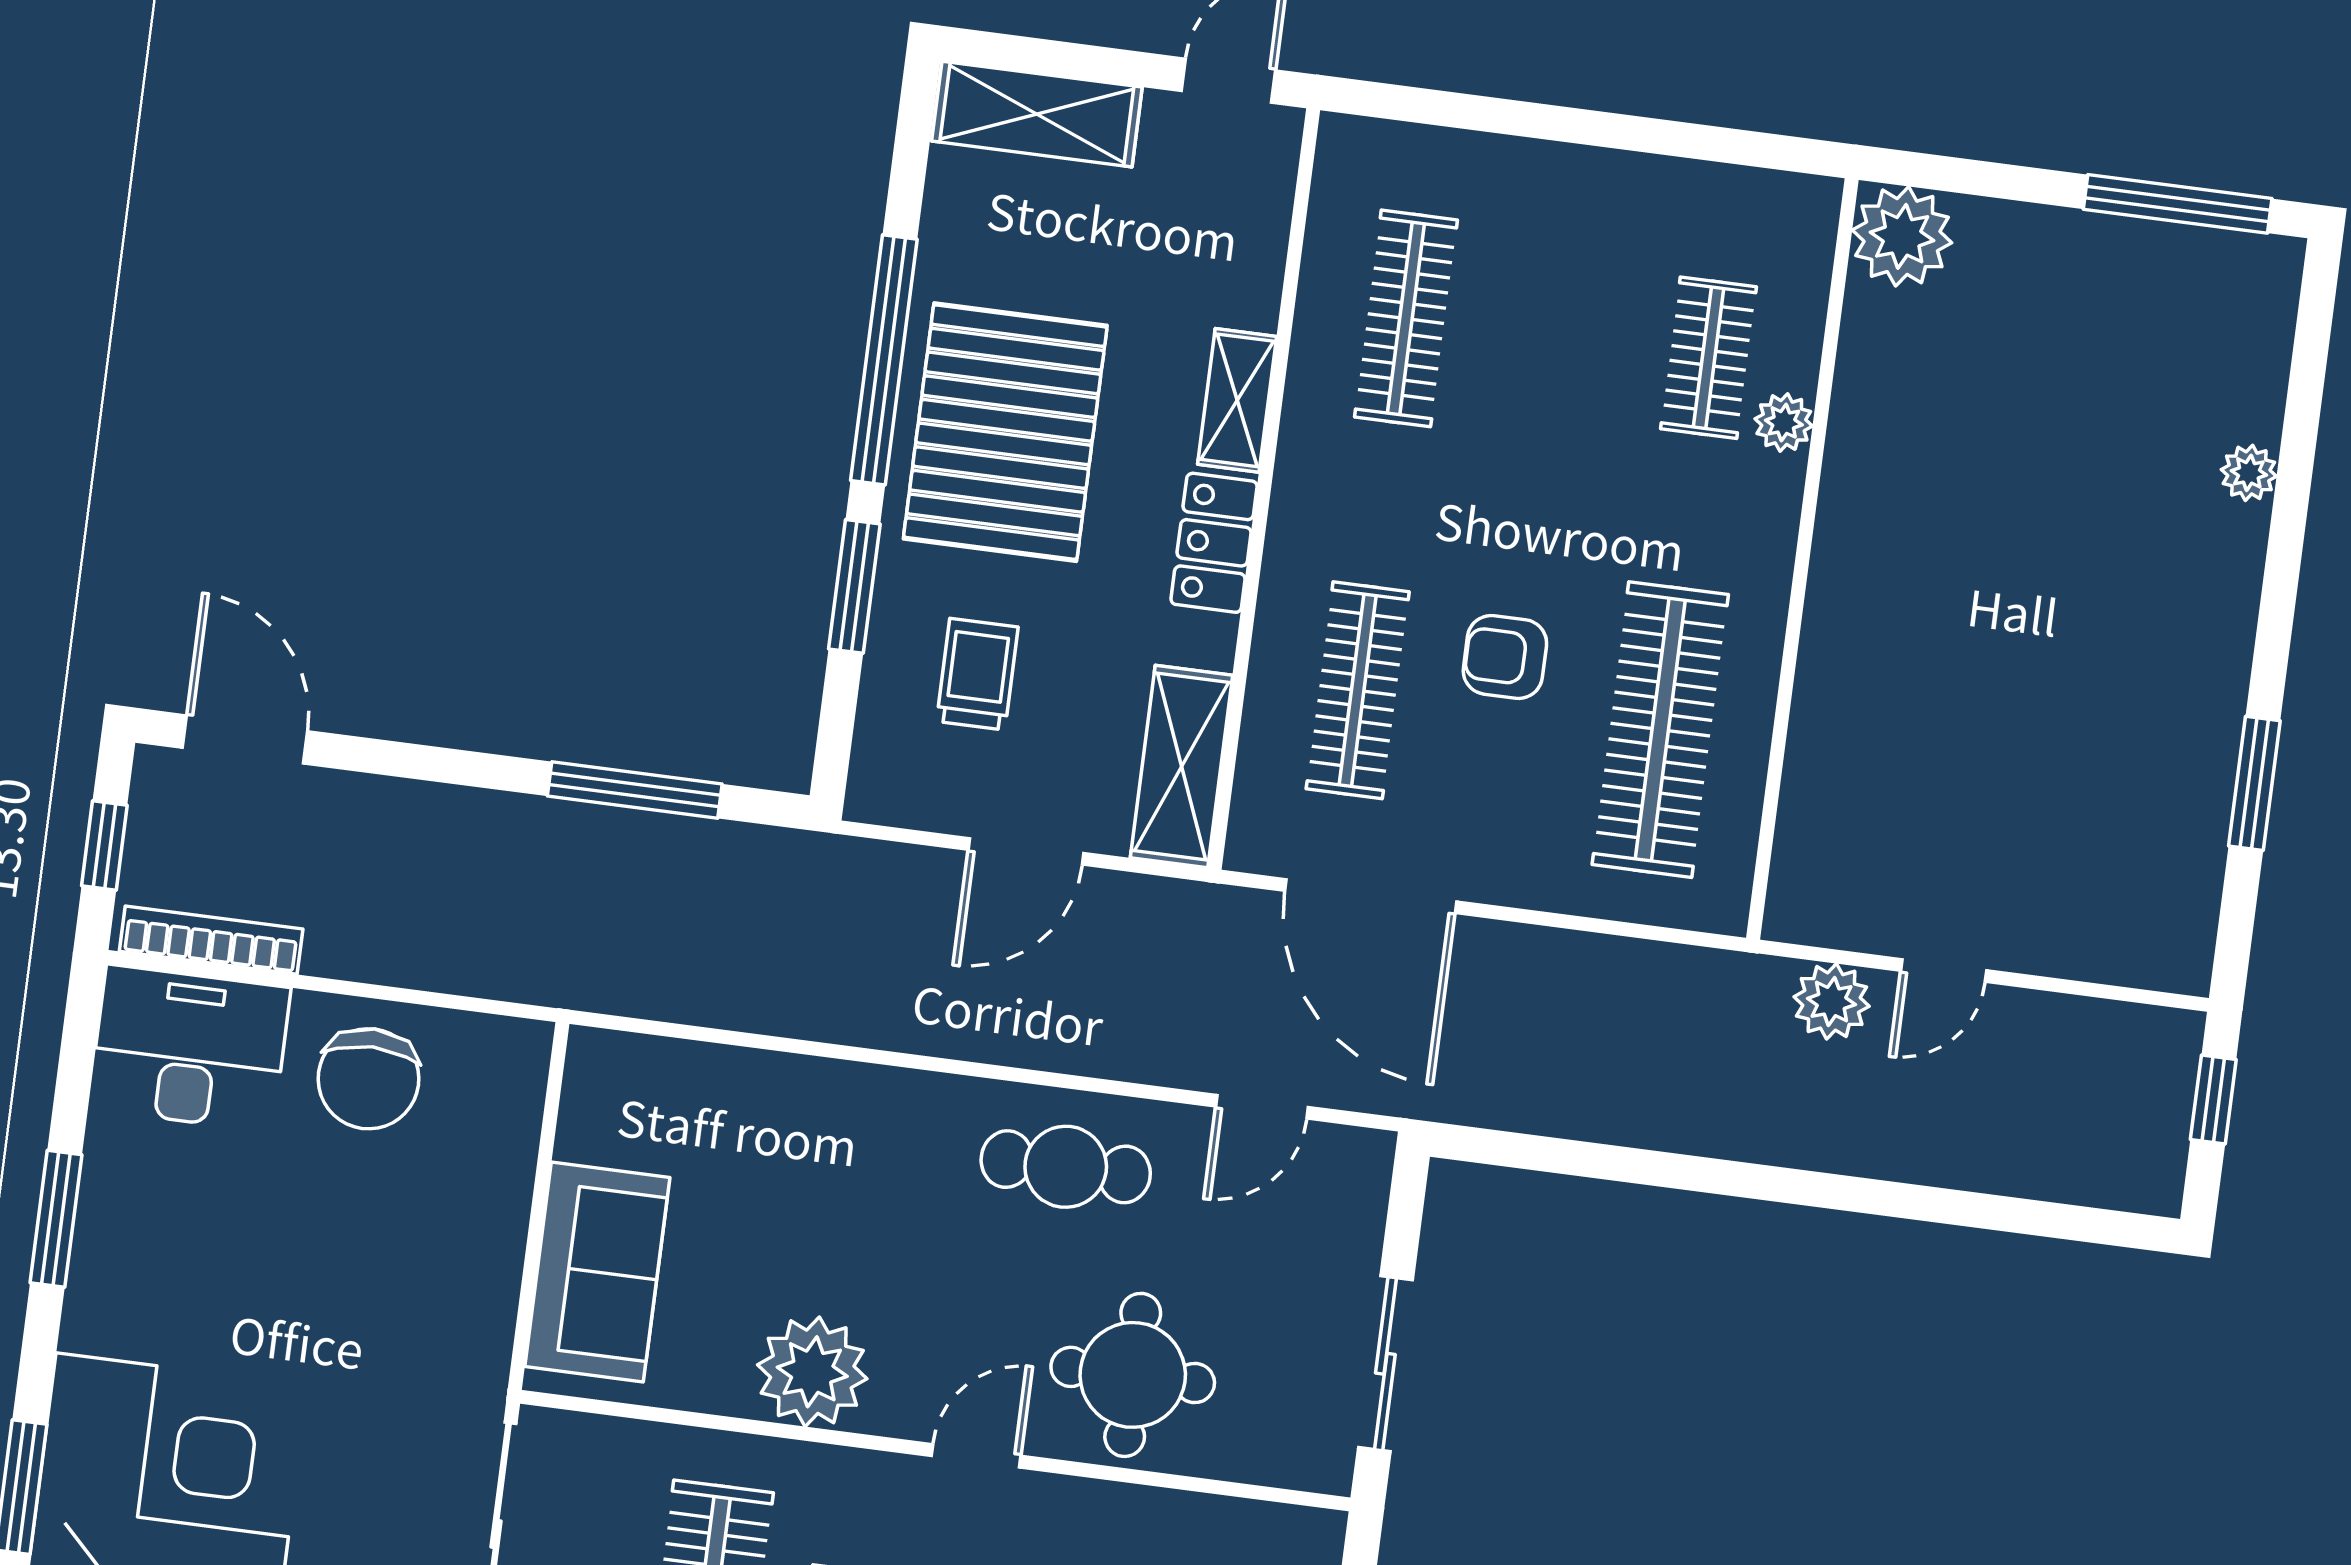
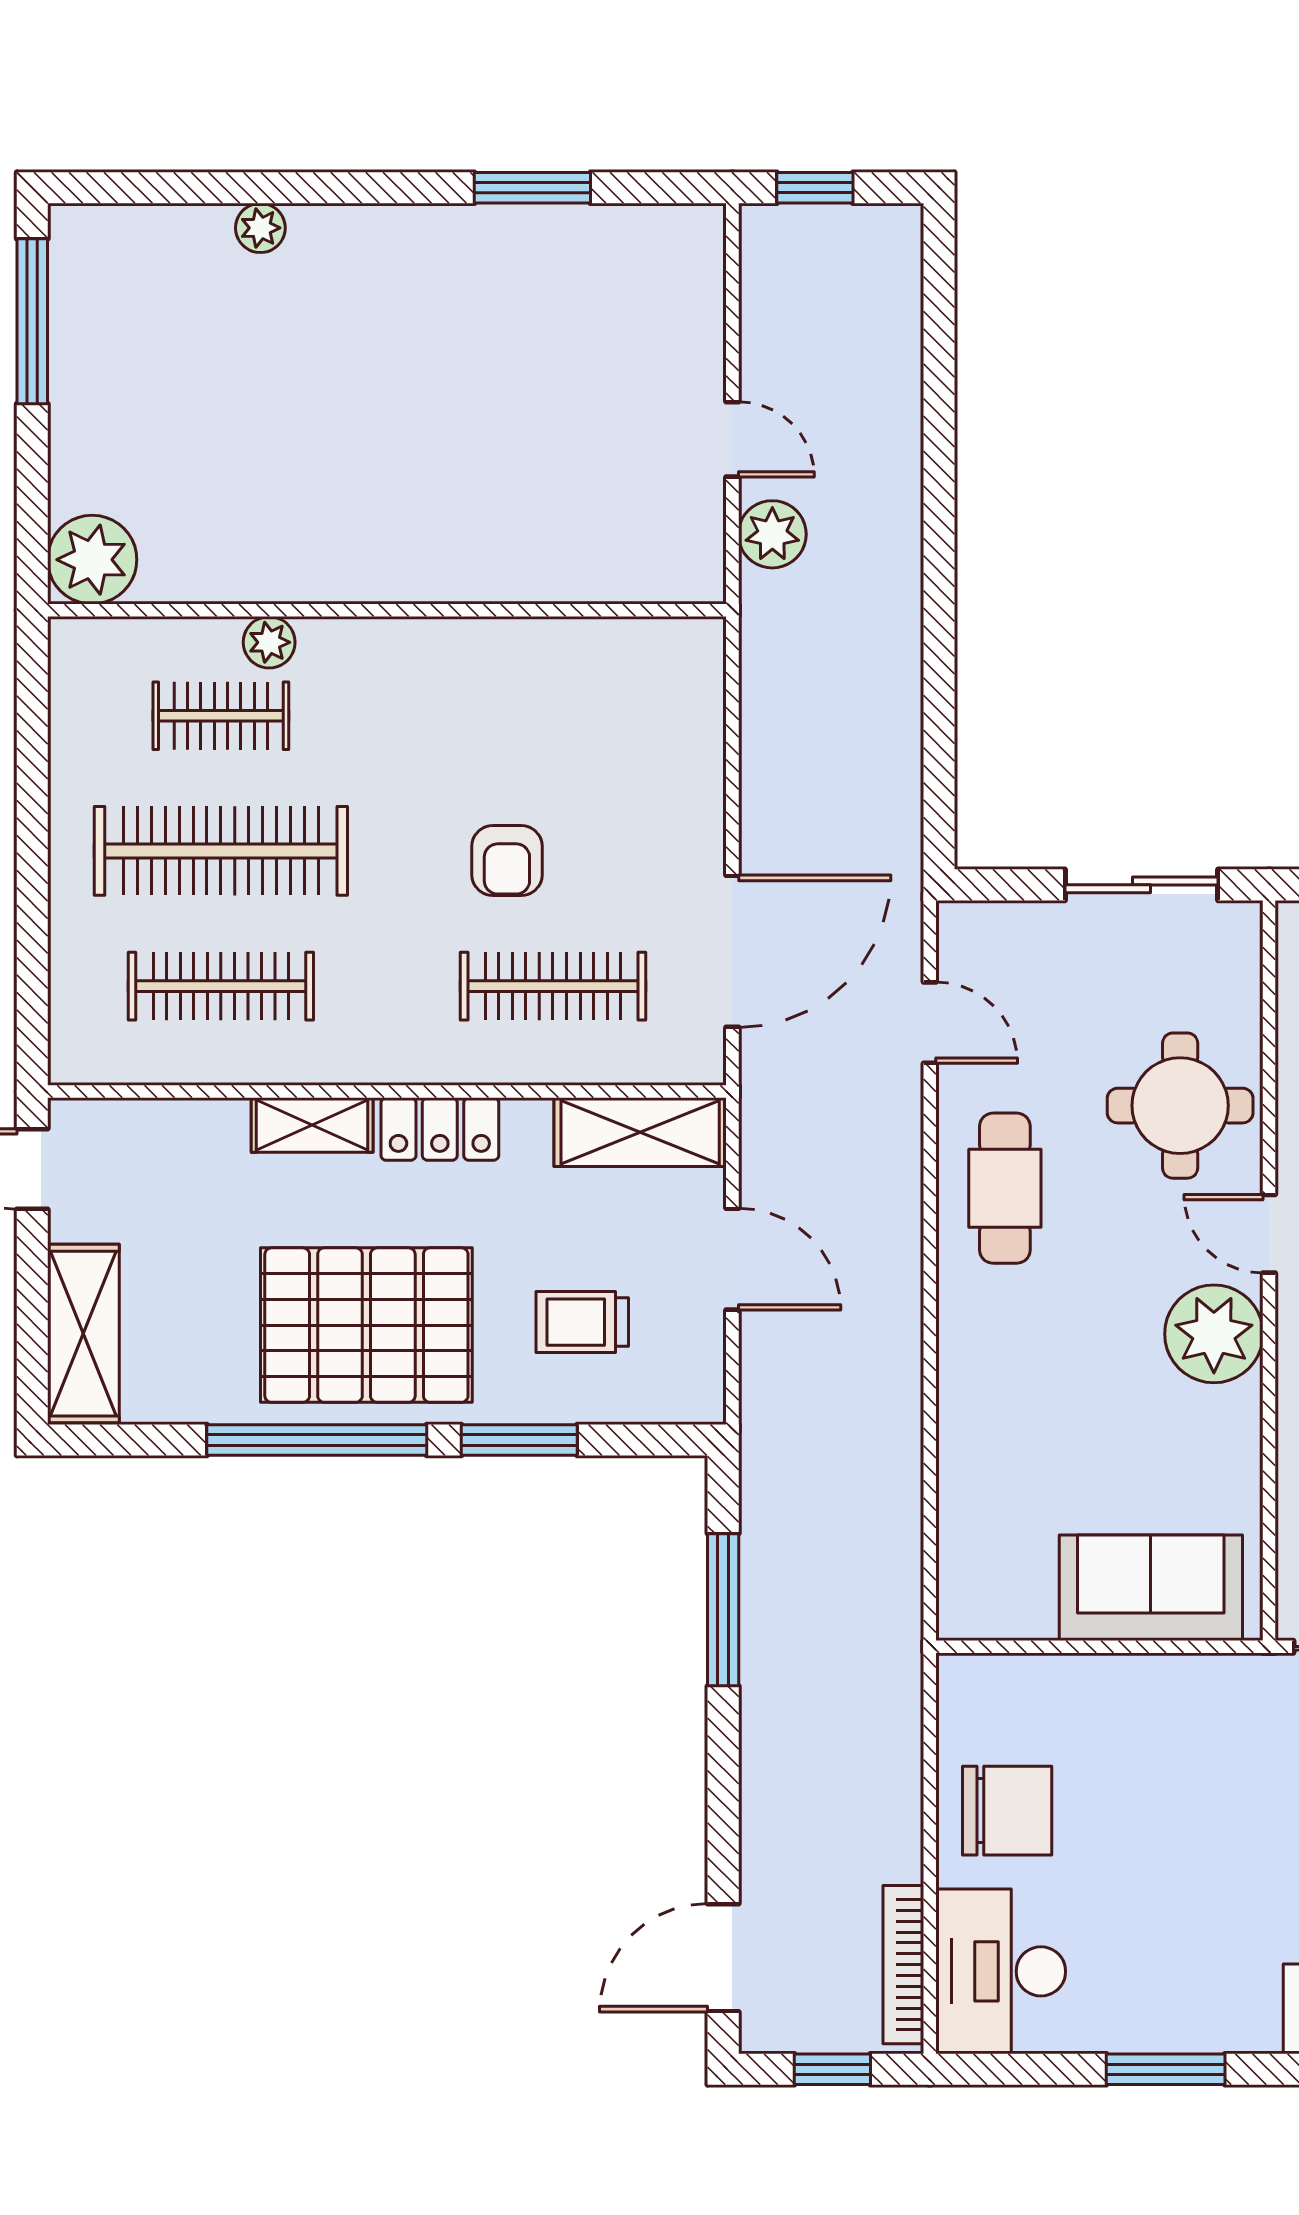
clothes rail: (1660, 730) -> (221, 851), moved
plant: (812, 1372) -> (1214, 1334), moved

